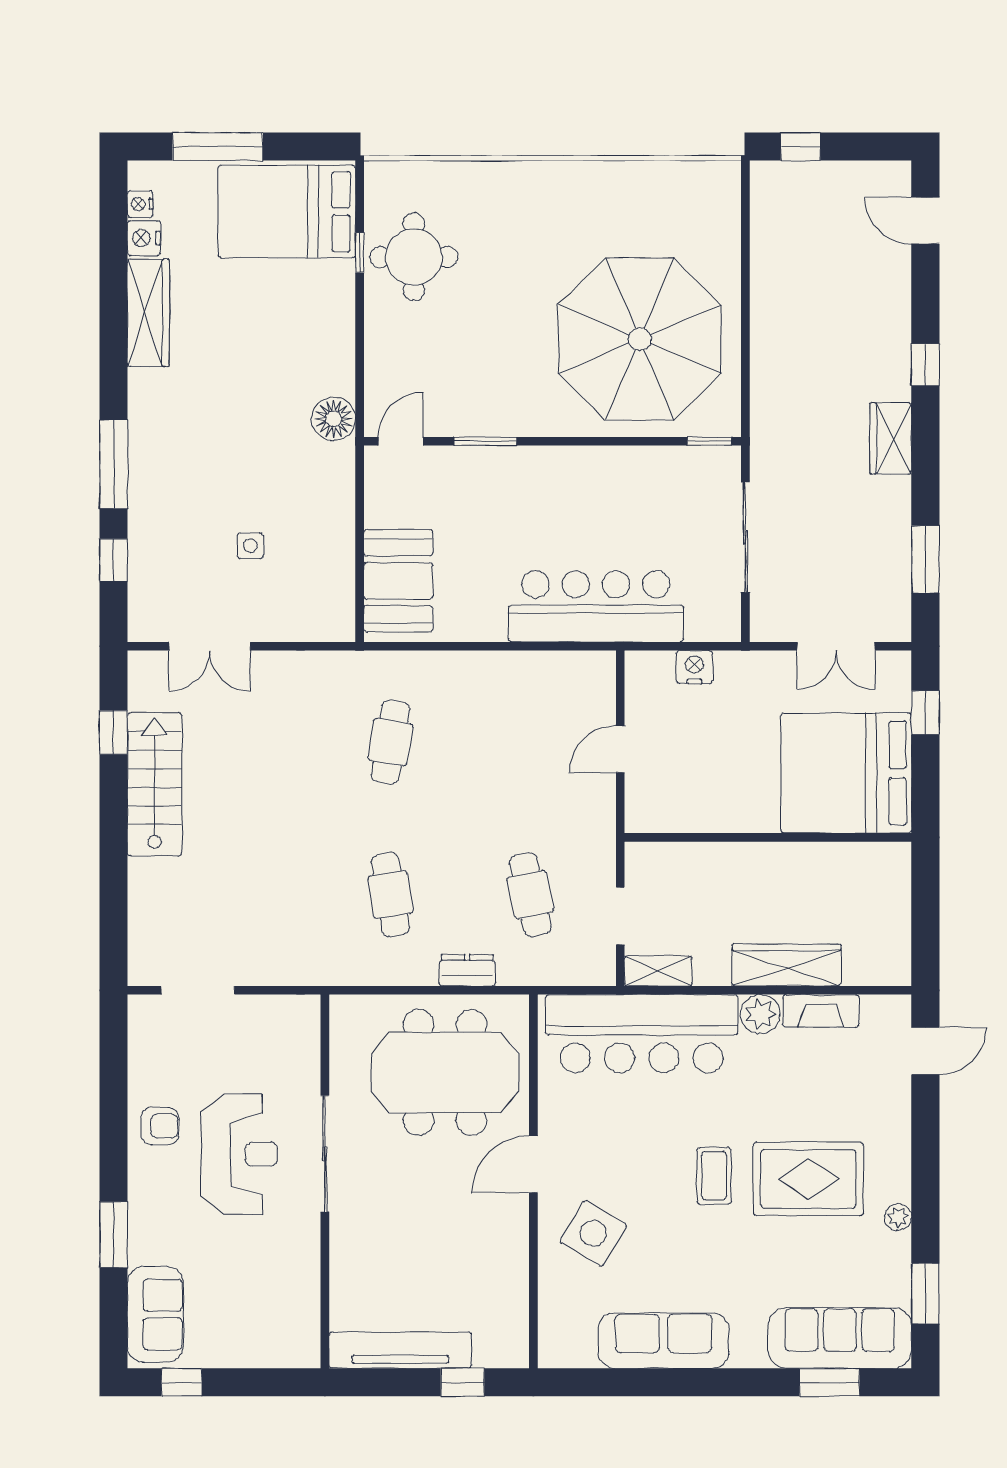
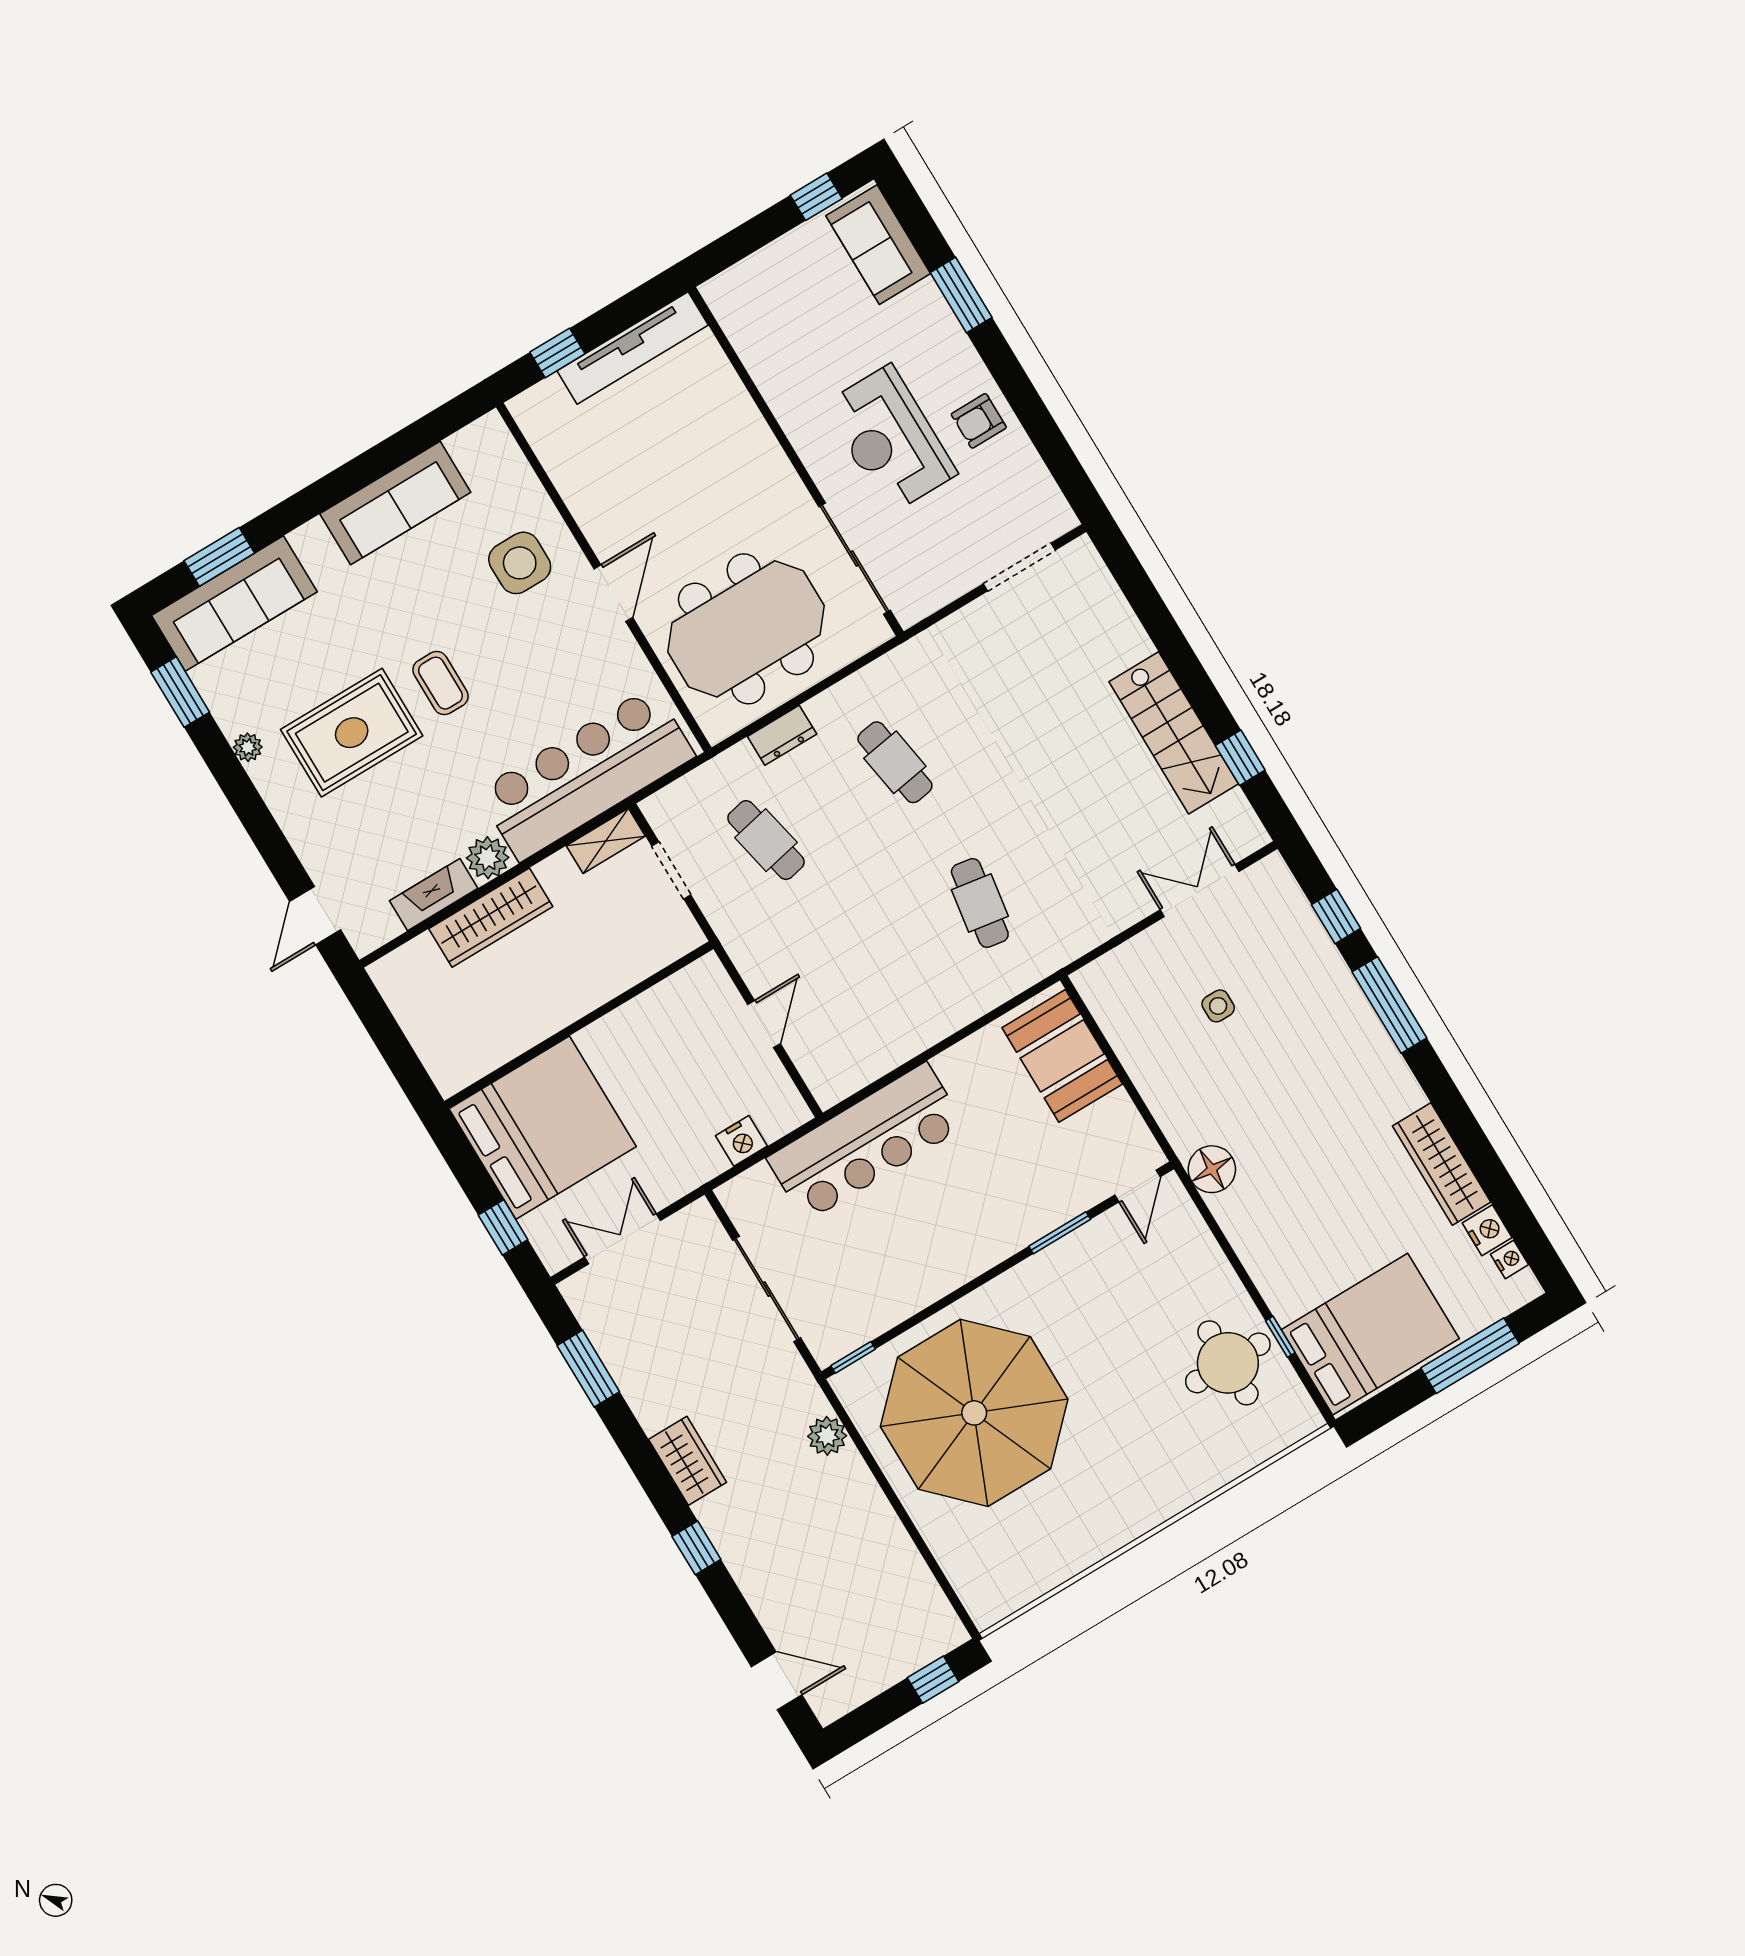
plant: (768, 391) -> (827, 1436), added
sliding door: (325, 1154) -> (855, 559), moved
side table: (593, 1233) -> (520, 563), turned -31

